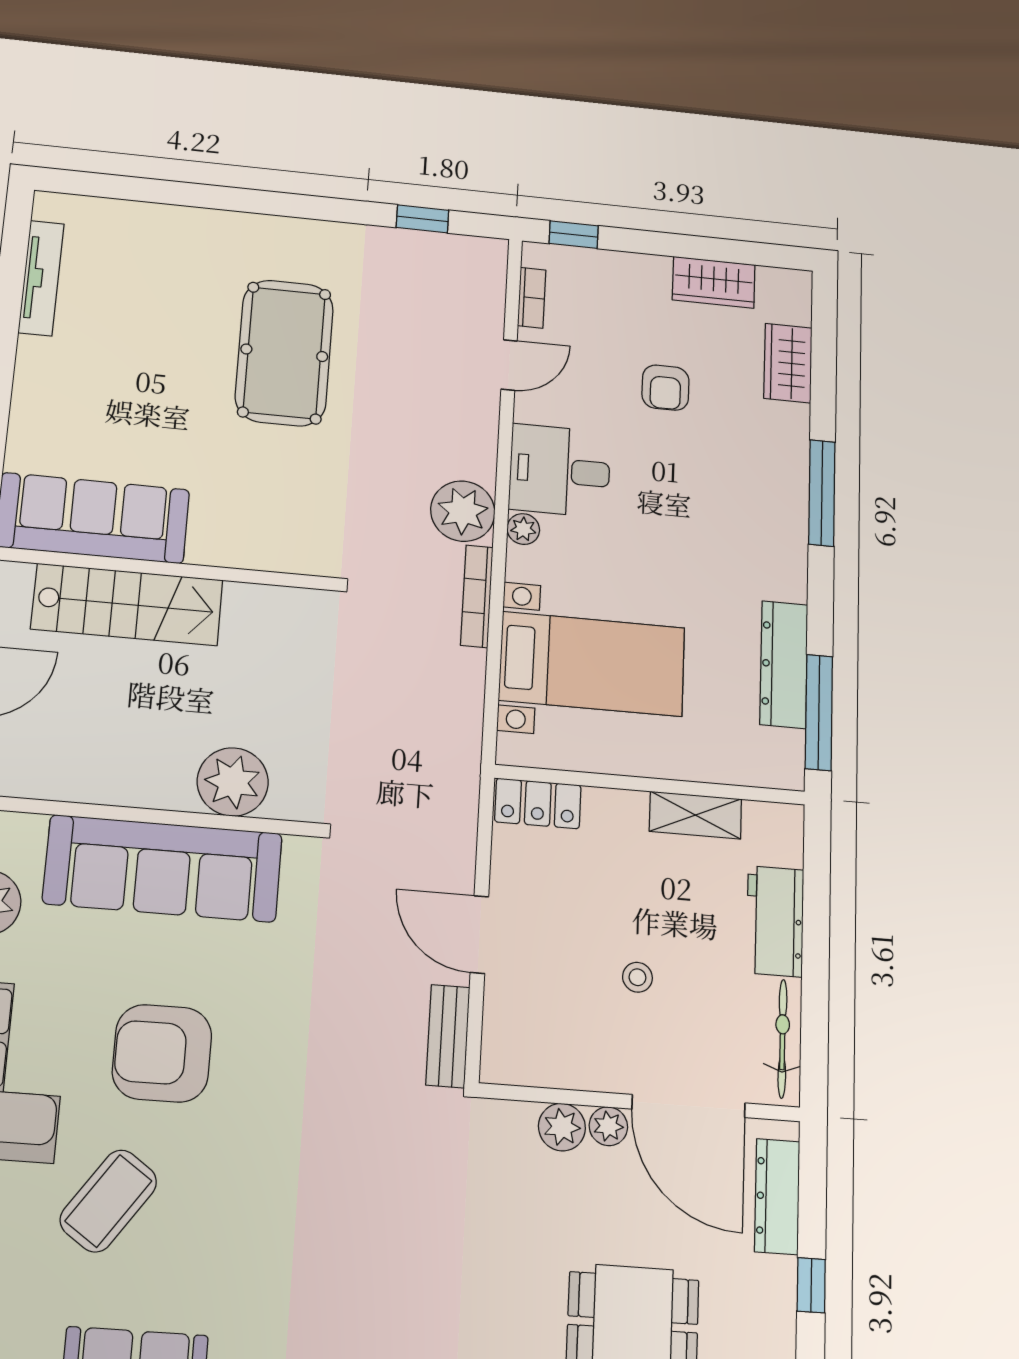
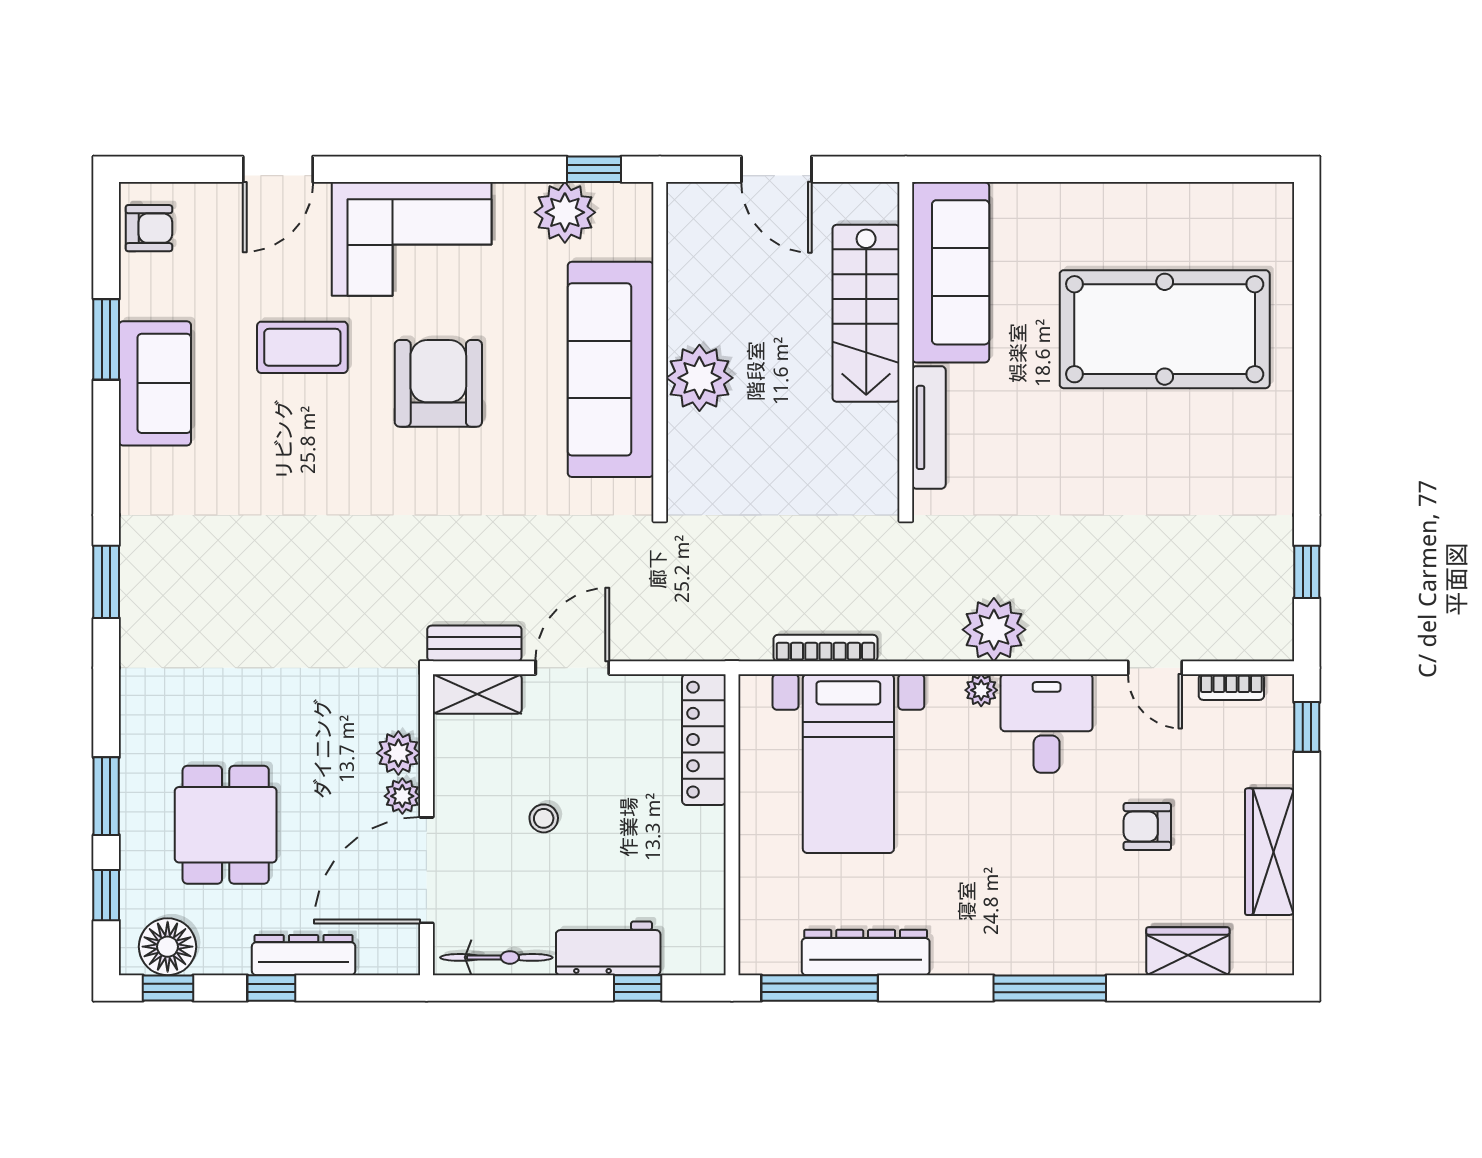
tv unit: (41, 278) -> (929, 427), moved, turned -90
wardrobe: (714, 282) -> (1270, 852), width x1.50
pool table: (284, 353) -> (1165, 329), moved, width x1.36, depth x1.32
bookcase: (477, 596) -> (825, 648), moved
plant: (233, 782) -> (699, 378), moved
locker: (538, 803) -> (704, 740), width x1.53
shelving: (695, 815) -> (477, 694), moved, turned 90
window: (816, 894) -> (638, 988), added
dresser: (777, 1196) -> (304, 955), moved
coffee table: (108, 1201) -> (302, 347), turned -35

